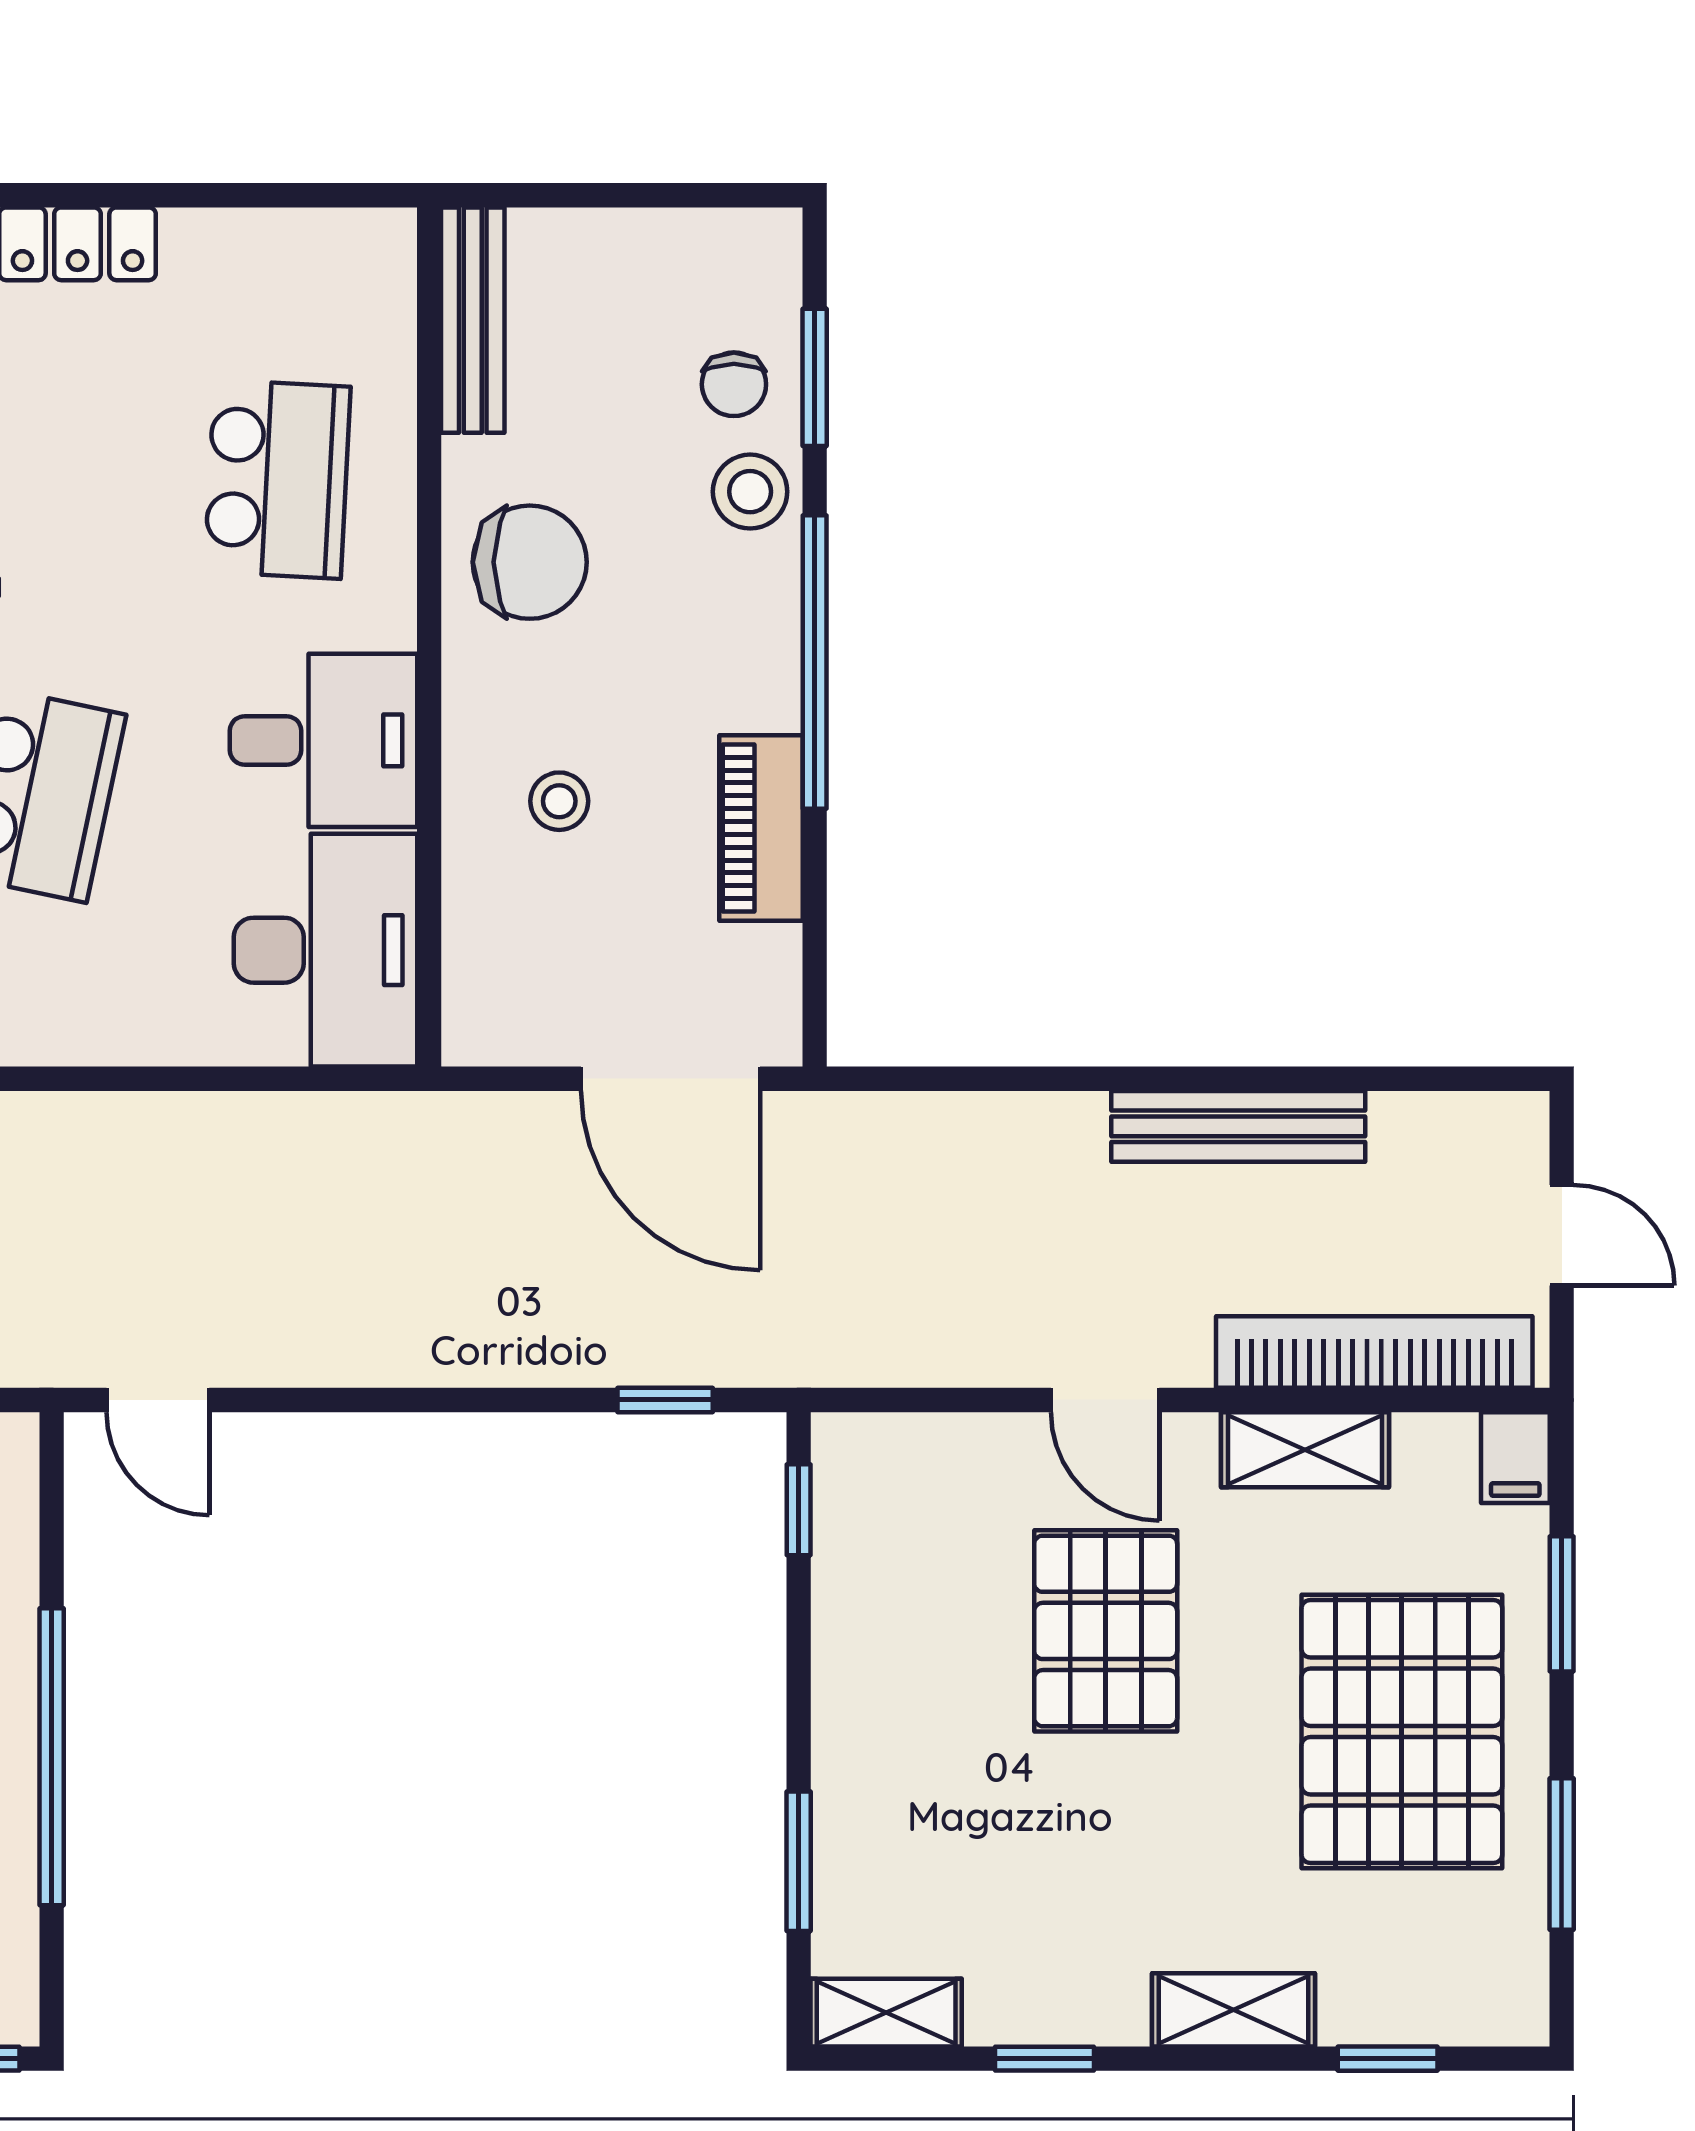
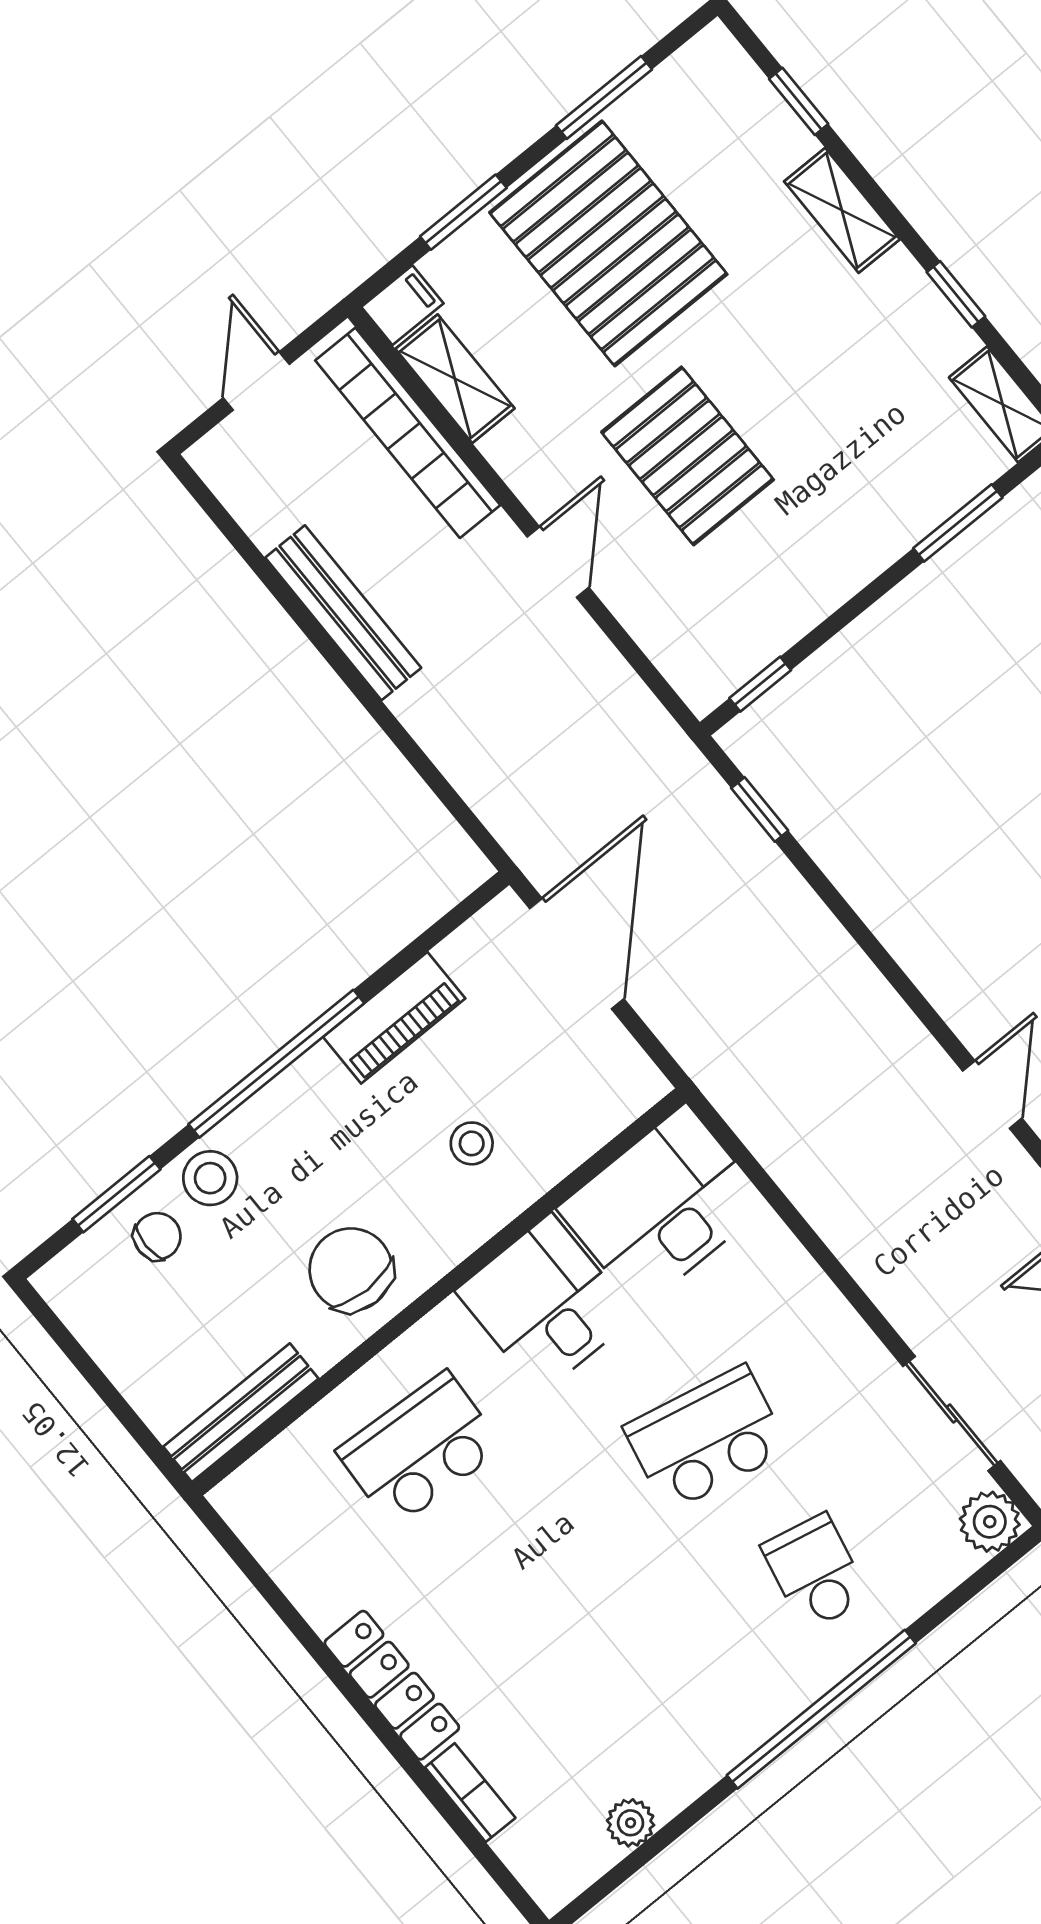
shelving: (1305, 1450) -> (455, 379), moved
pallet: (1106, 1631) -> (688, 456), turned 90
pallet: (1402, 1731) -> (608, 243), turned 90

